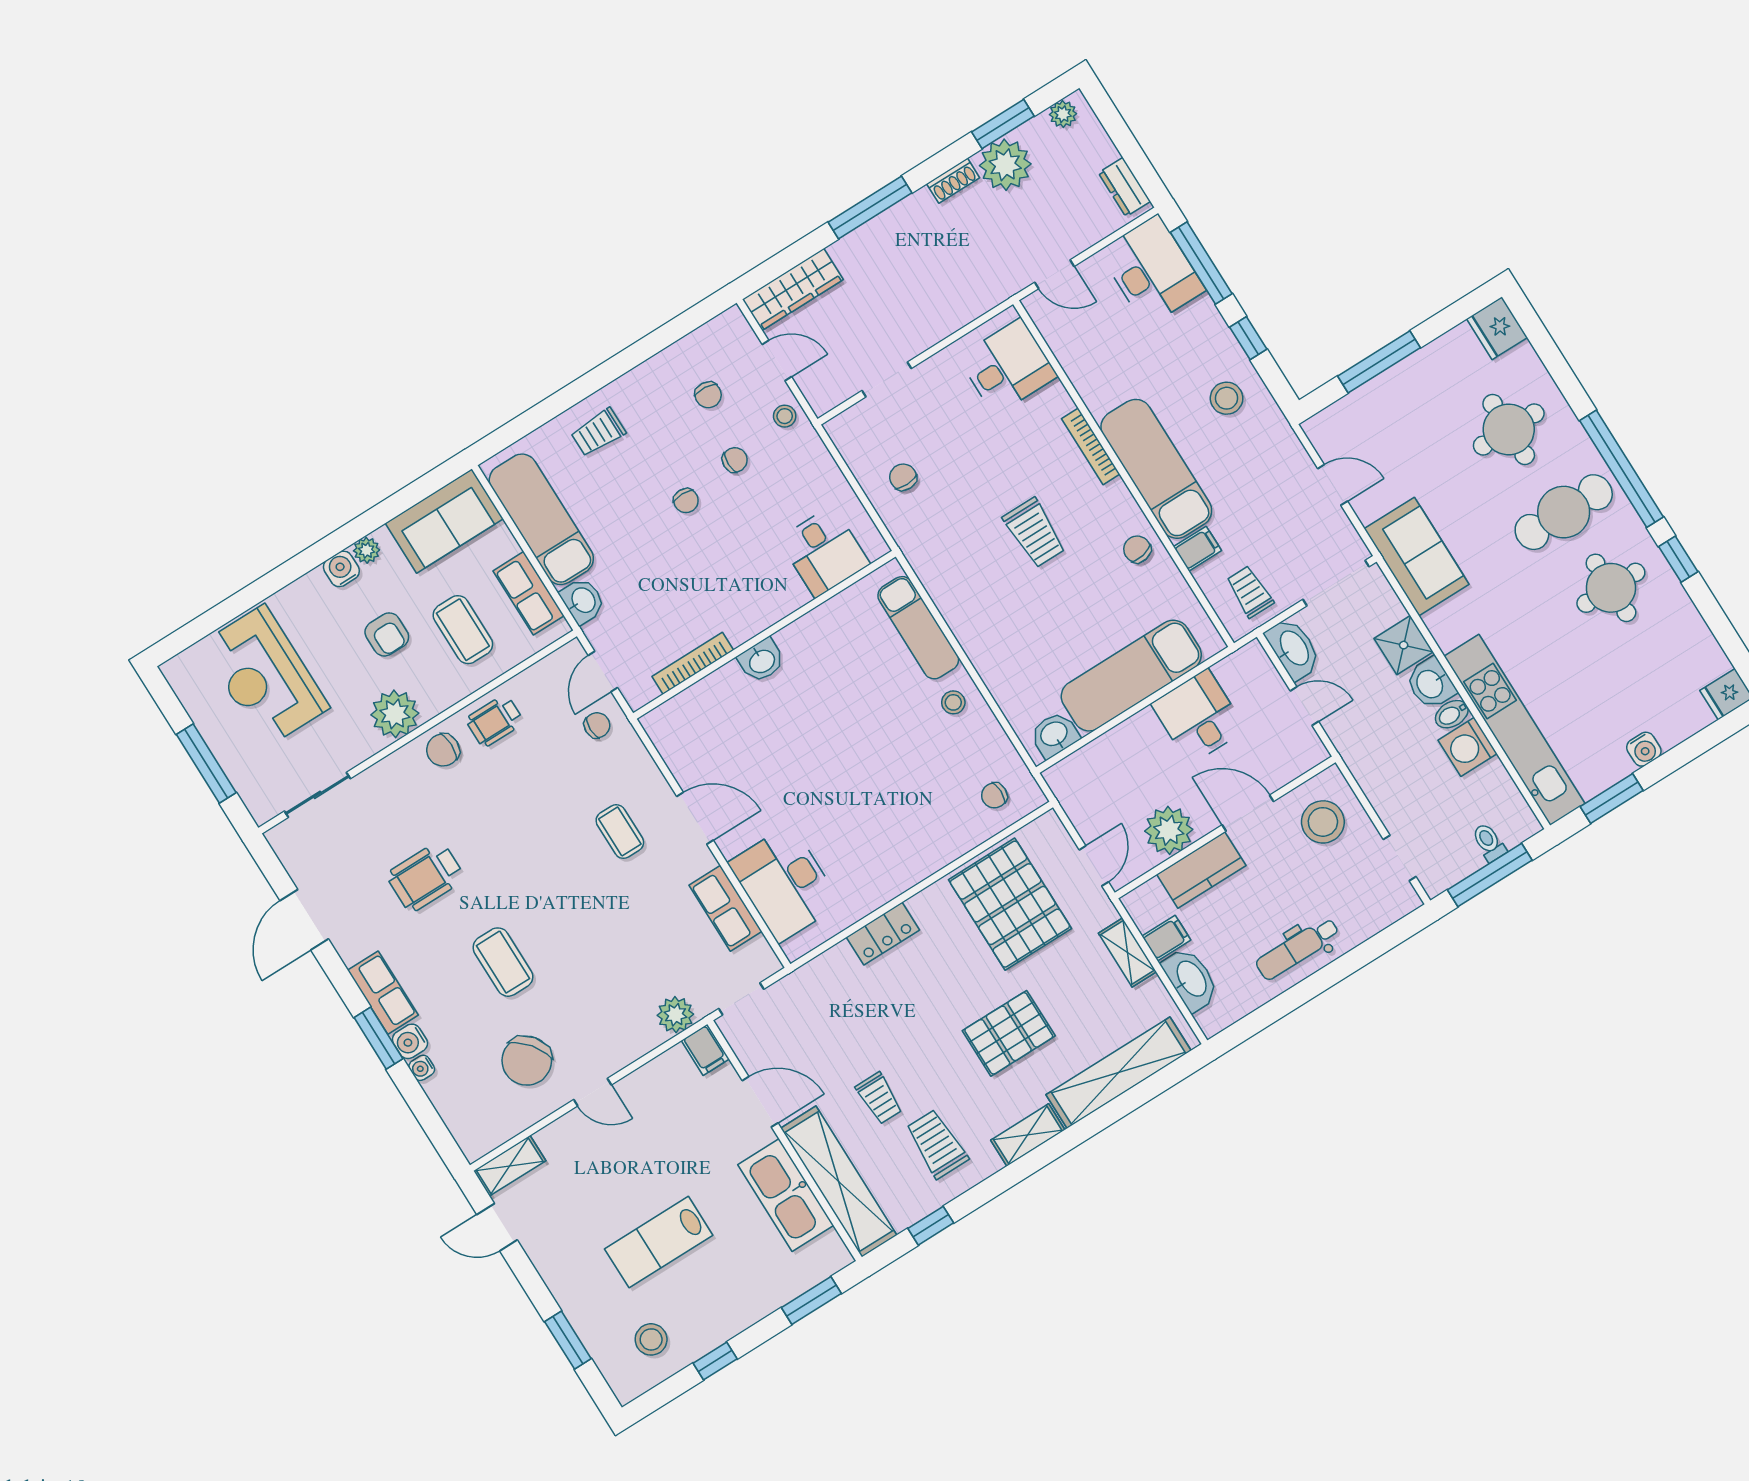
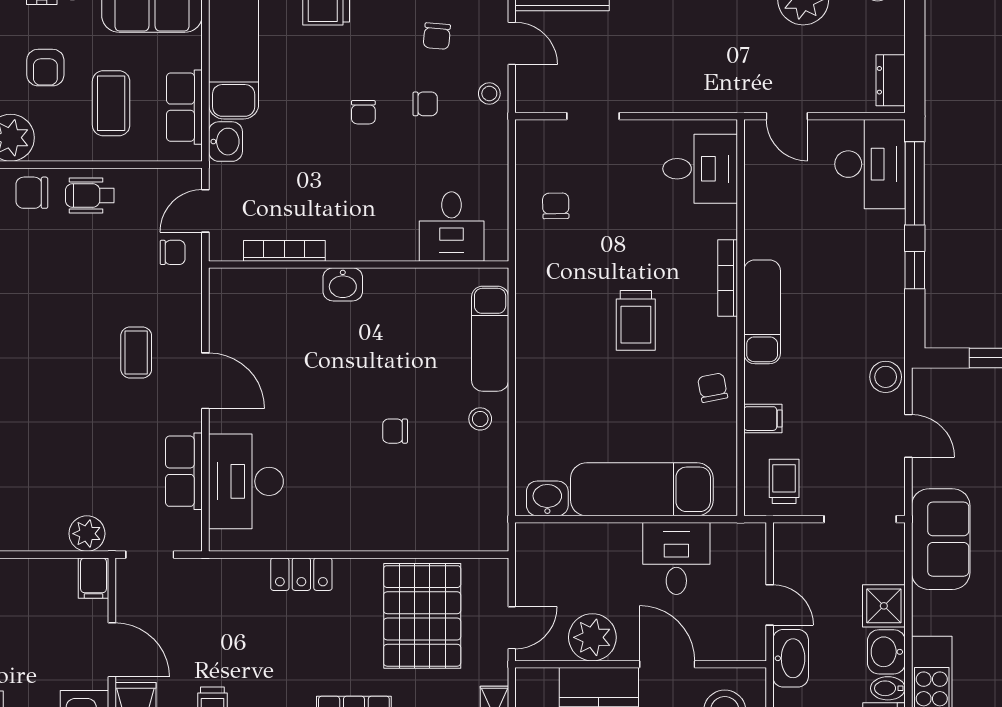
stool: (1227, 398) -> (886, 377), moved
exam couch: (1156, 469) -> (762, 312), width x0.73, depth x0.69
washbasin: (1293, 649) -> (791, 658), moved
chair: (994, 795) -> (395, 431), moved

